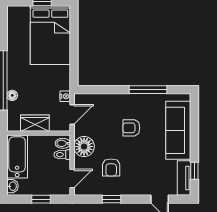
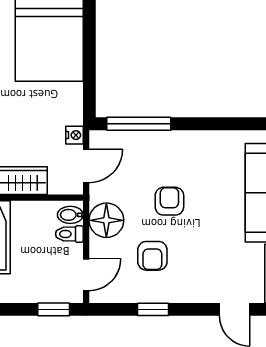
window: (148, 90) -> (139, 124), moved
armchair: (131, 128) -> (169, 201), moved, turned 90
window: (41, 199) -> (54, 309), moved

